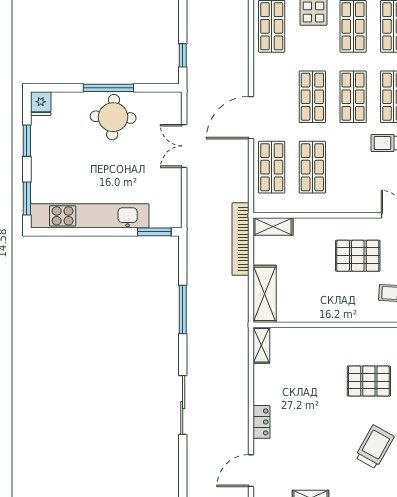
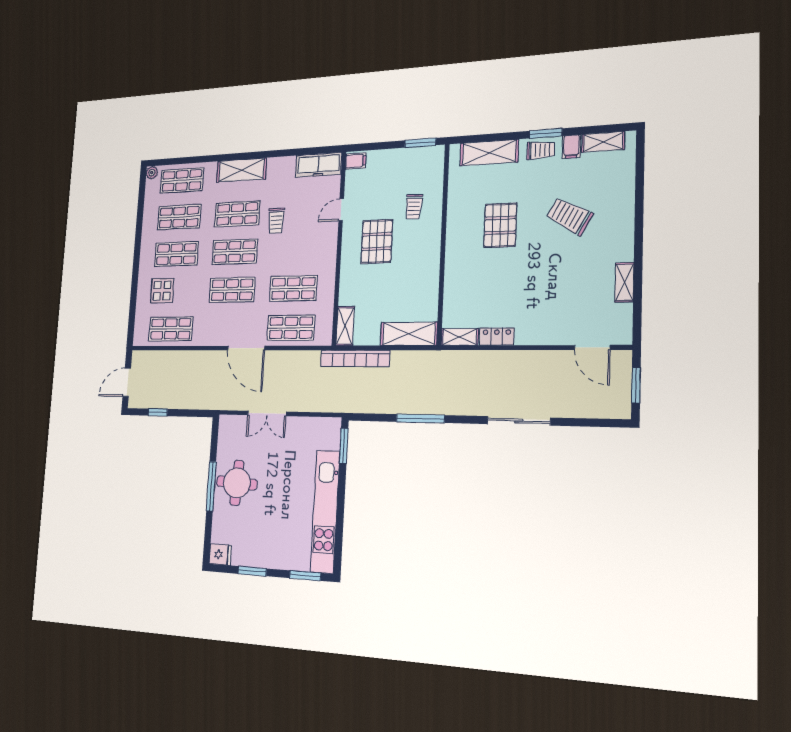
window: (183, 55) -> (158, 412), moved
locker: (262, 422) -> (497, 337), moved

